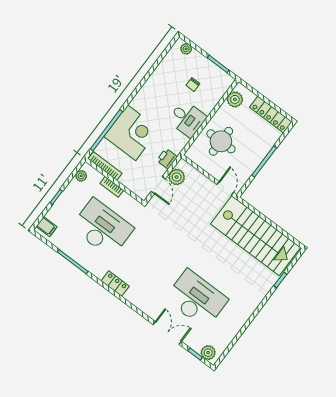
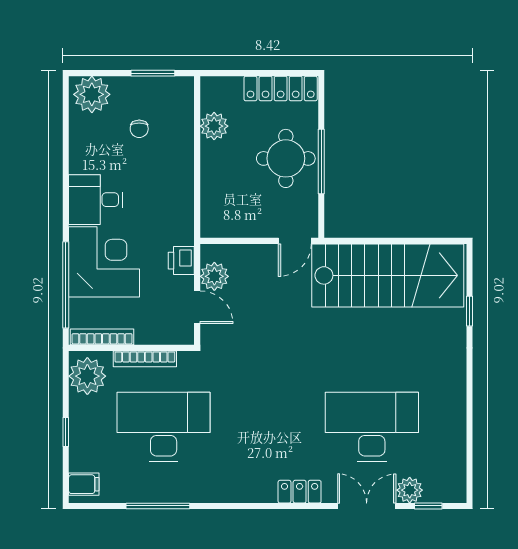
plant: (186, 49) -> (92, 94), width x1.87, depth x1.87
plant: (235, 99) -> (214, 126), moved
desk: (187, 119) -> (96, 200), moved, turned 180
round table: (221, 141) -> (286, 158), moved
plant: (81, 176) -> (87, 376), width x1.87, depth x1.87
bookcase: (112, 187) -> (145, 359), width x1.56
door: (225, 188) -> (295, 241), swing flipped
locker: (115, 284) -> (300, 492), moved
plant: (208, 353) -> (410, 490), moved

